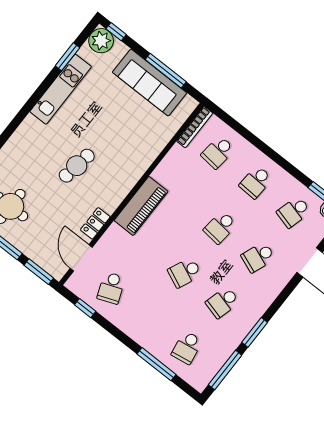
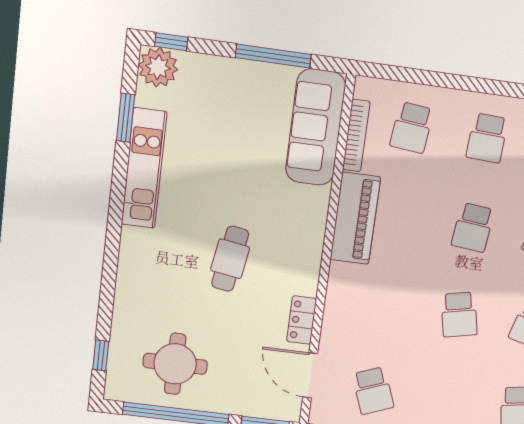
sofa: (150, 83) -> (316, 127), moved, turned 90
bookcase: (195, 127) -> (356, 135), moved
piano: (141, 206) -> (355, 218), moved
school desk: (185, 273) -> (459, 315), turned -36

